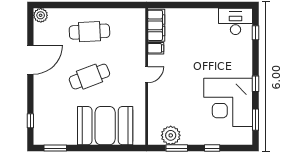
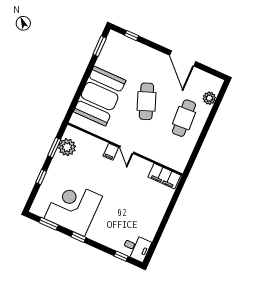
plant: (41, 15) -> (209, 98), moved
desk: (236, 21) -> (136, 248), width x0.73
filing cabinet: (156, 48) -> (111, 152), moved

